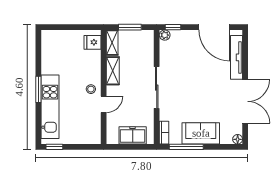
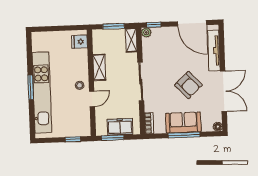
shelving: (112, 43) -> (131, 40), moved
armchair: (208, 93) -> (188, 85), added
kitchen unit: (50, 107) -> (42, 92), width x1.36
window: (54, 147) -> (73, 139), moved
window: (124, 147) -> (113, 138), added
window: (186, 147) -> (184, 135), moved

